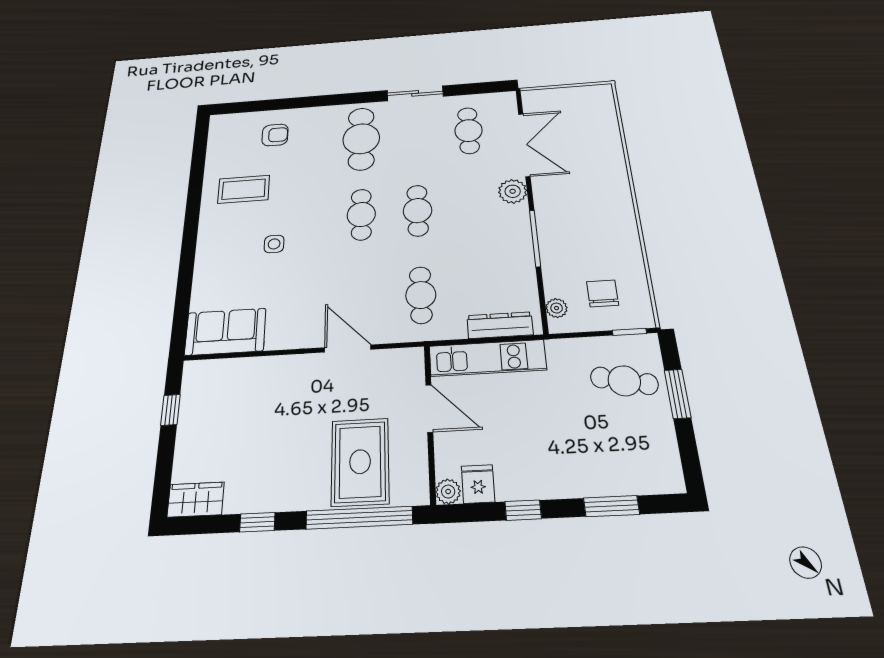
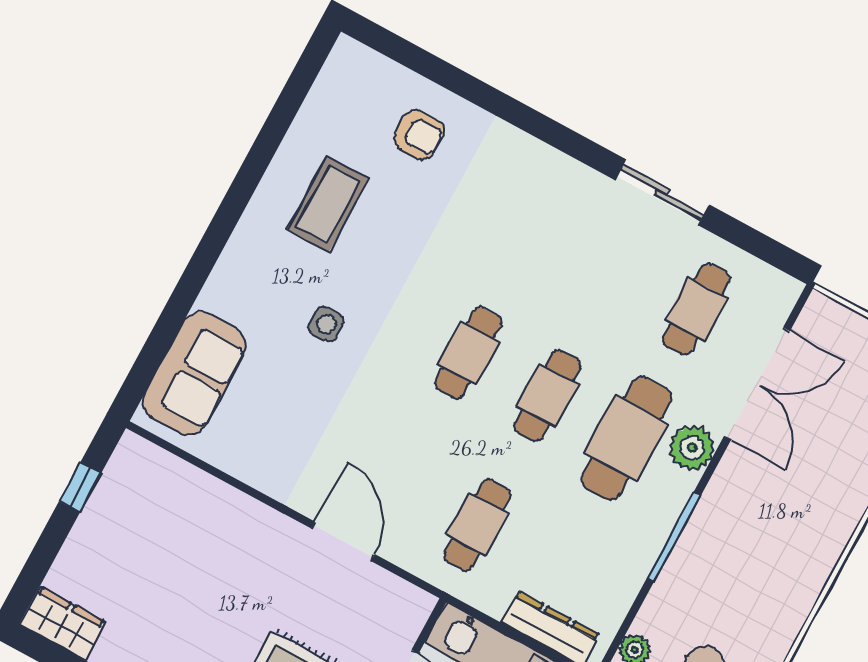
cafe table: (361, 139) -> (626, 438), moved
coffee table: (244, 189) -> (328, 204), turned 90
sofa: (225, 332) -> (195, 373), moved, turned 90

